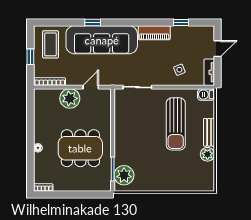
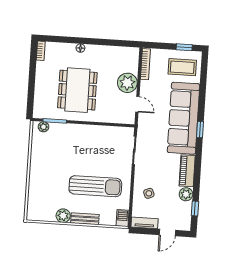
window: (93, 22) -> (200, 129), moved
window: (181, 22) -> (195, 208), moved
plant: (178, 32) -> (186, 194), added
door: (218, 49) -> (167, 233), hinge flipped
window: (30, 57) -> (184, 47), moved
sun lounger: (176, 124) -> (95, 186), turned 180
plant: (124, 175) -> (44, 127), width x0.53, depth x0.53

